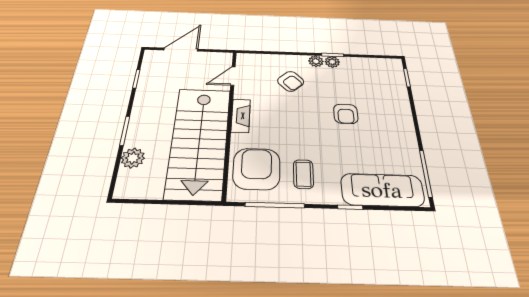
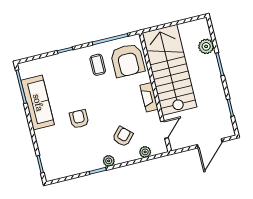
plant: (332, 62) -> (145, 152), moved
armchair: (291, 81) -> (123, 137), turned 86
sofa: (382, 190) -> (38, 103), moved, turned -90

